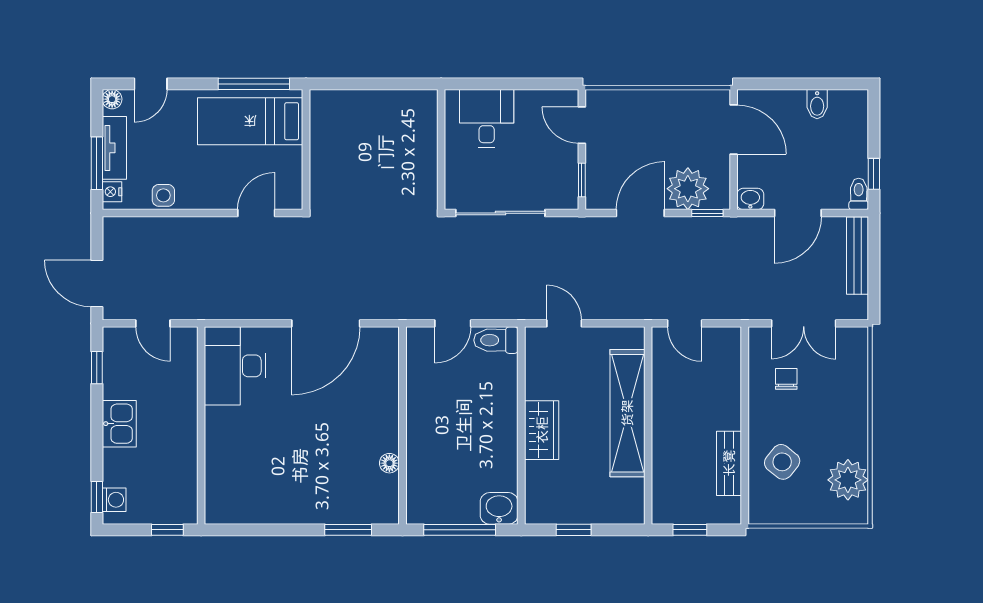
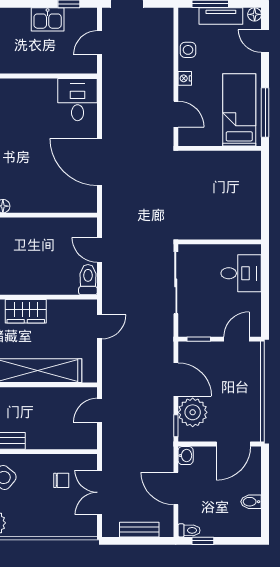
nightstand: (112, 192) -> (185, 78), moved, turned -90
bench: (857, 256) -> (139, 530), width x0.73
desk: (235, 366) -> (78, 100), width x0.73
kitchen sink: (119, 424) -> (48, 19), moved

